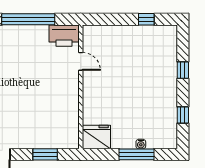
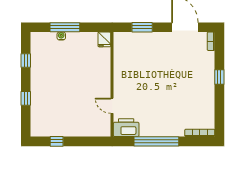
fridge: (96, 137) -> (104, 39), width x0.53, depth x0.75

